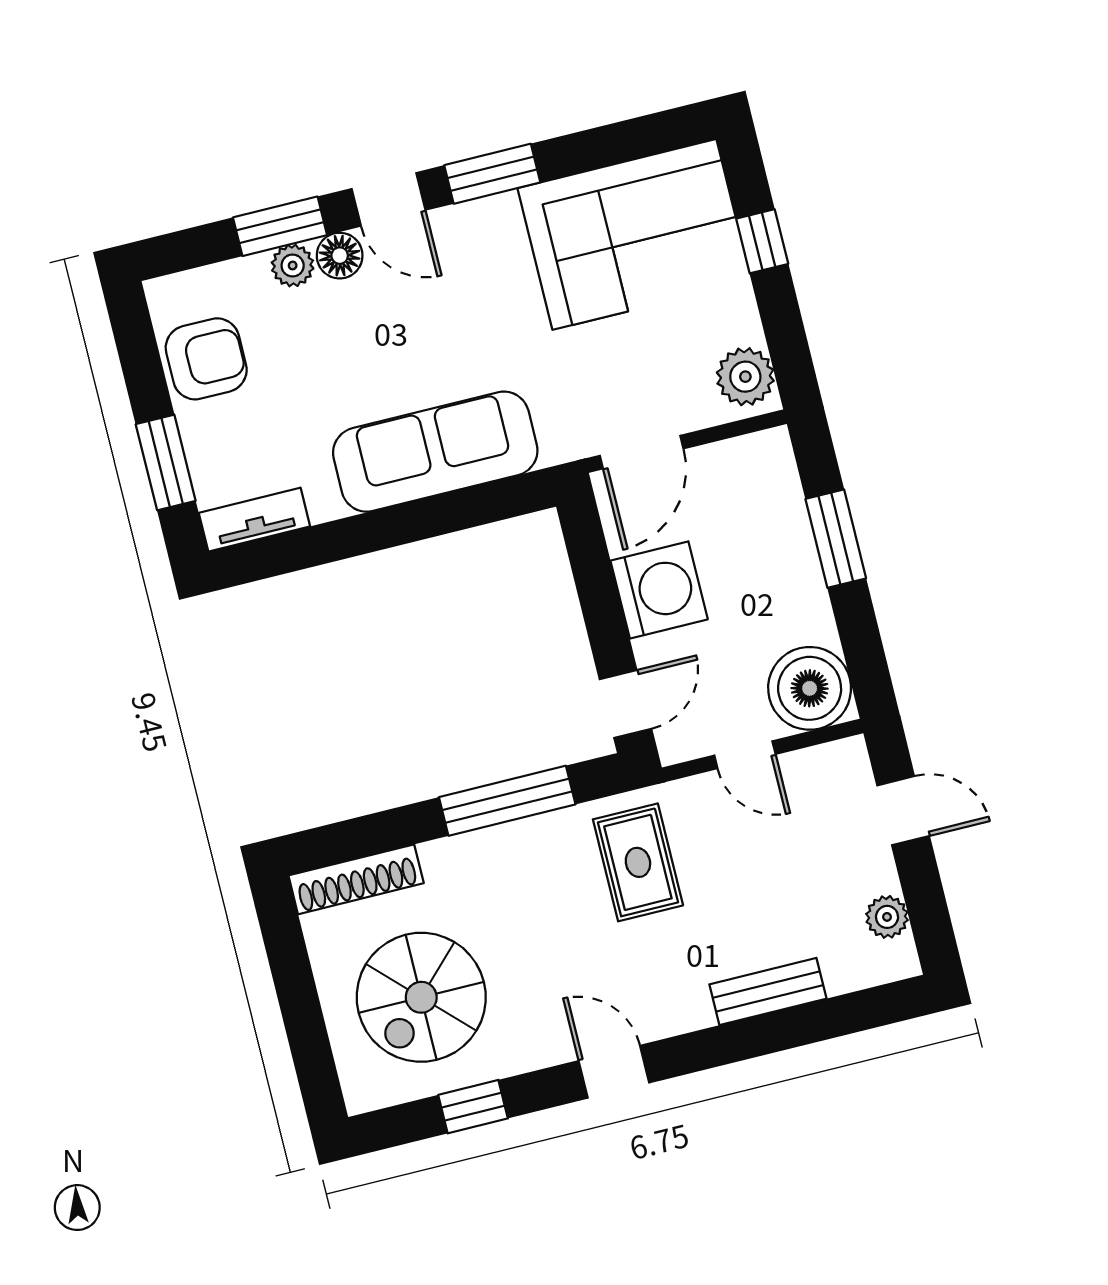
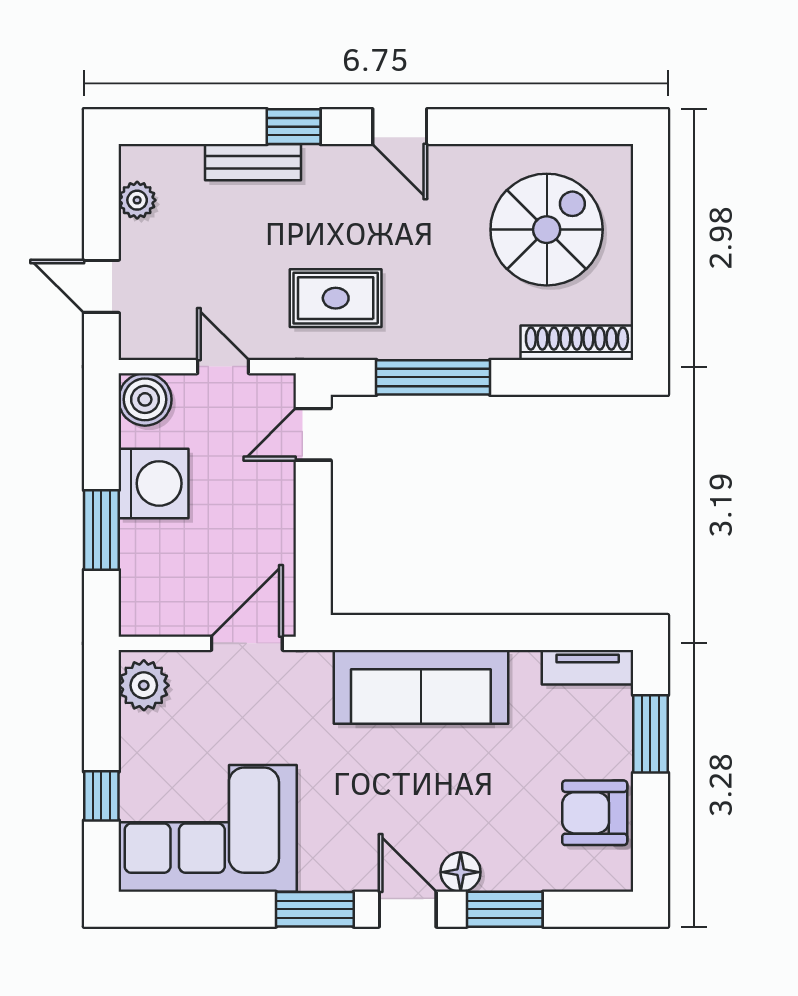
plant: (293, 266) -> (502, 874), removed
washing machine: (659, 590) -> (154, 483), moved, turned 180
boiler: (810, 688) -> (145, 399), width x0.73, depth x0.73
rug: (638, 862) -> (336, 298), turned 90
window: (473, 1107) -> (294, 127), moved

